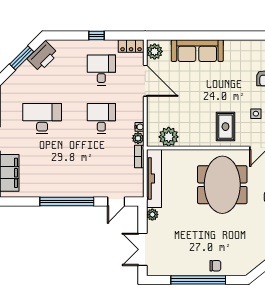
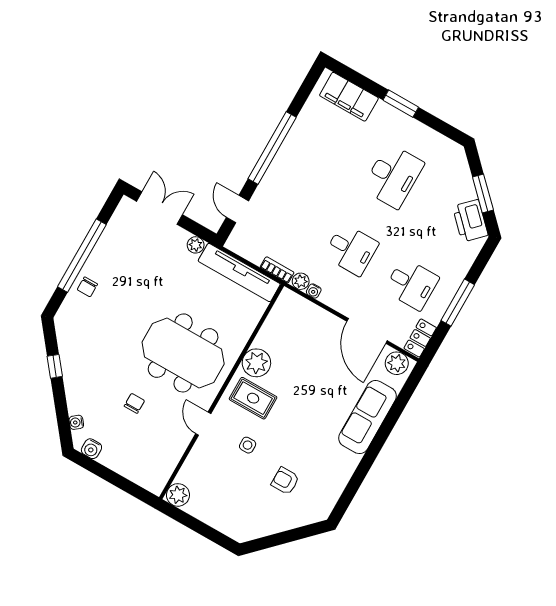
window: (97, 35) -> (458, 303), width x2.17
door: (145, 81) -> (367, 331), hinge flipped
plant: (169, 137) -> (256, 363), moved

